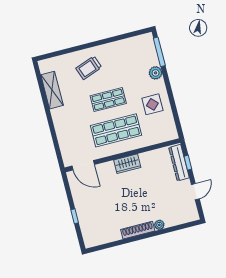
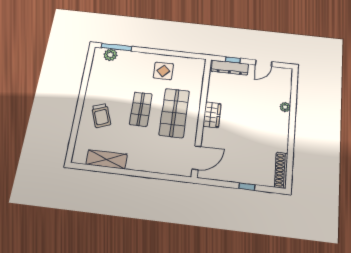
plant: (156, 73) -> (110, 55), moved
door: (195, 192) -> (264, 63), swing flipped
shoe rack: (138, 230) -> (281, 170), moved

